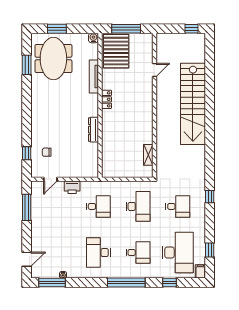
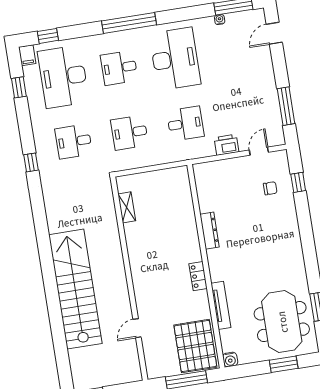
desk: (98, 206) -> (185, 124), turned 180
desk: (138, 206) -> (130, 133), width x0.73
desk: (98, 253) -> (175, 59), width x1.36, depth x1.30
window: (169, 282) -> (48, 36), moved

